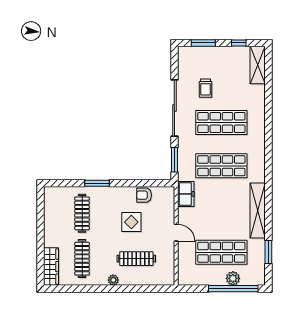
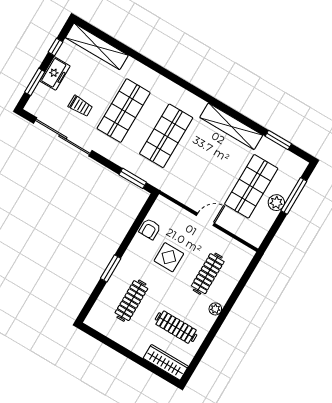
shelving: (258, 65) -> (97, 46), width x1.47
sliding door: (174, 108) -> (63, 137), moved
freezer: (186, 194) -> (55, 73), moved, turned 90
clothes rail: (82, 213) -> (131, 301), turned 90
plant: (233, 278) -> (276, 203), moved
window: (233, 289) -> (294, 196), width x0.68

